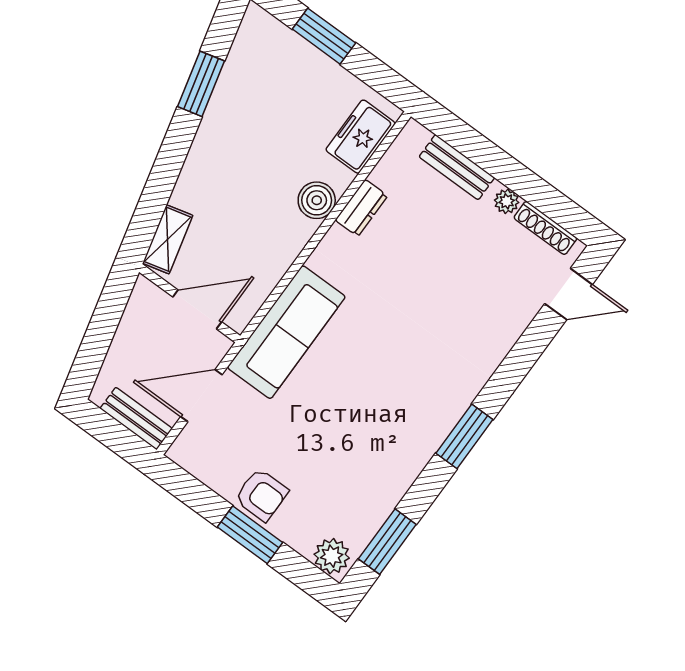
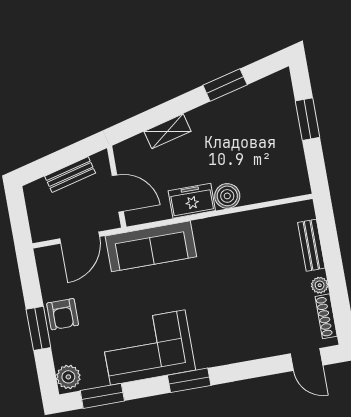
freezer: (361, 137) -> (192, 201), moved
dresser: (361, 208) -> (246, 221), removed
shelving: (168, 239) -> (168, 131), moved
door: (201, 396) -> (80, 238), swing flipped
bench: (136, 418) -> (70, 175), moved, turned 76
corner sofa: (386, 443) -> (148, 347), added

